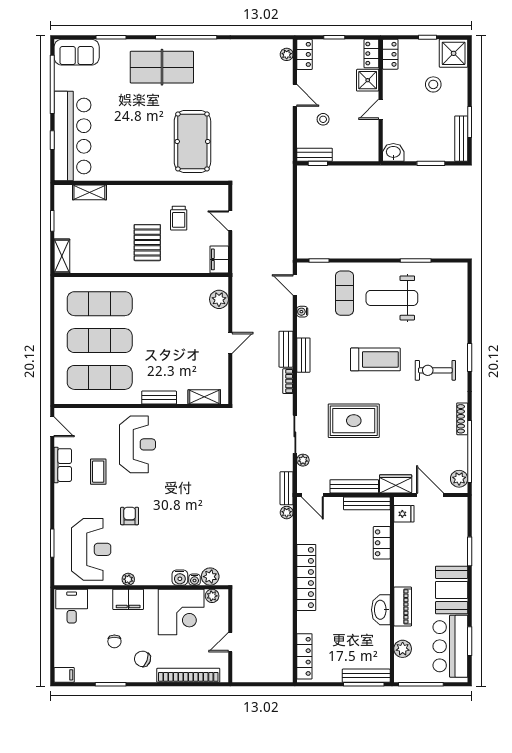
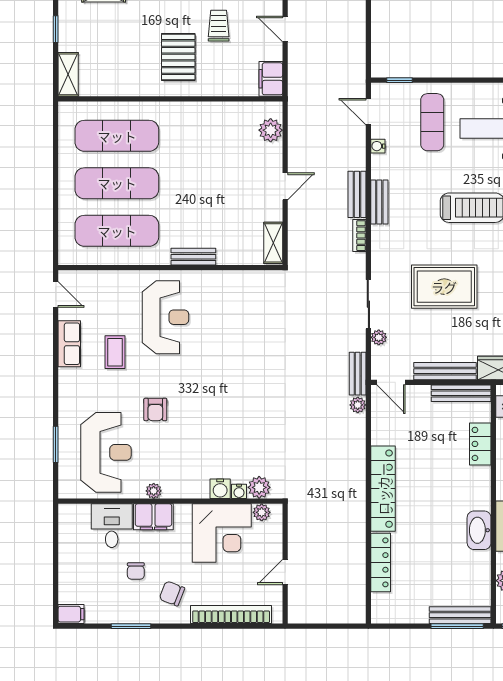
trolley: (179, 218) -> (219, 26), turned 180
shelving: (204, 397) -> (273, 243), moved, turned 90
armchair: (130, 516) -> (155, 409), turned 180
desk: (72, 606) -> (112, 526), moved
locker: (304, 656) -> (381, 562), moved

